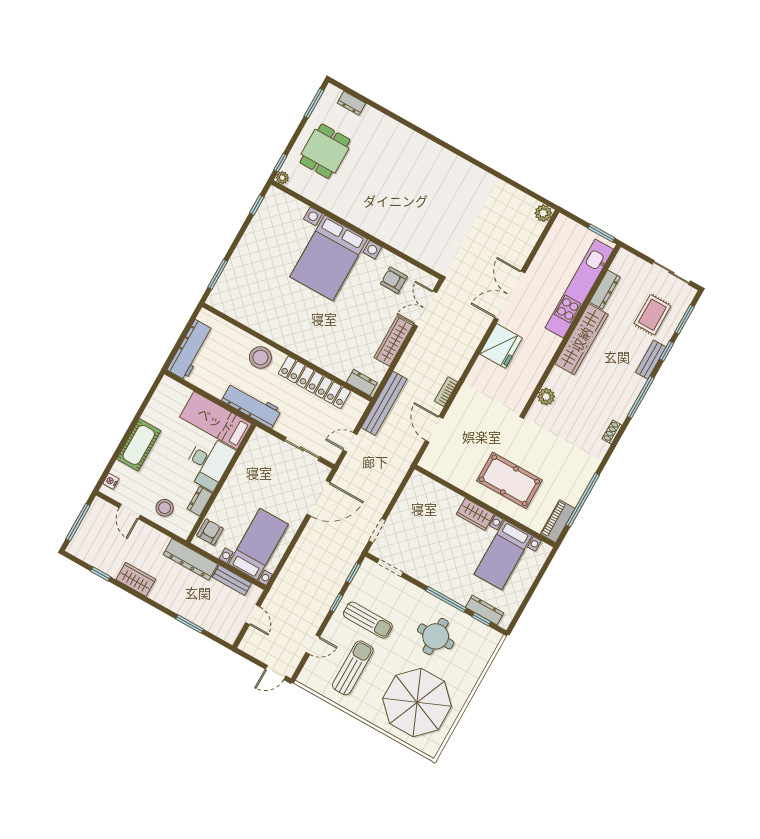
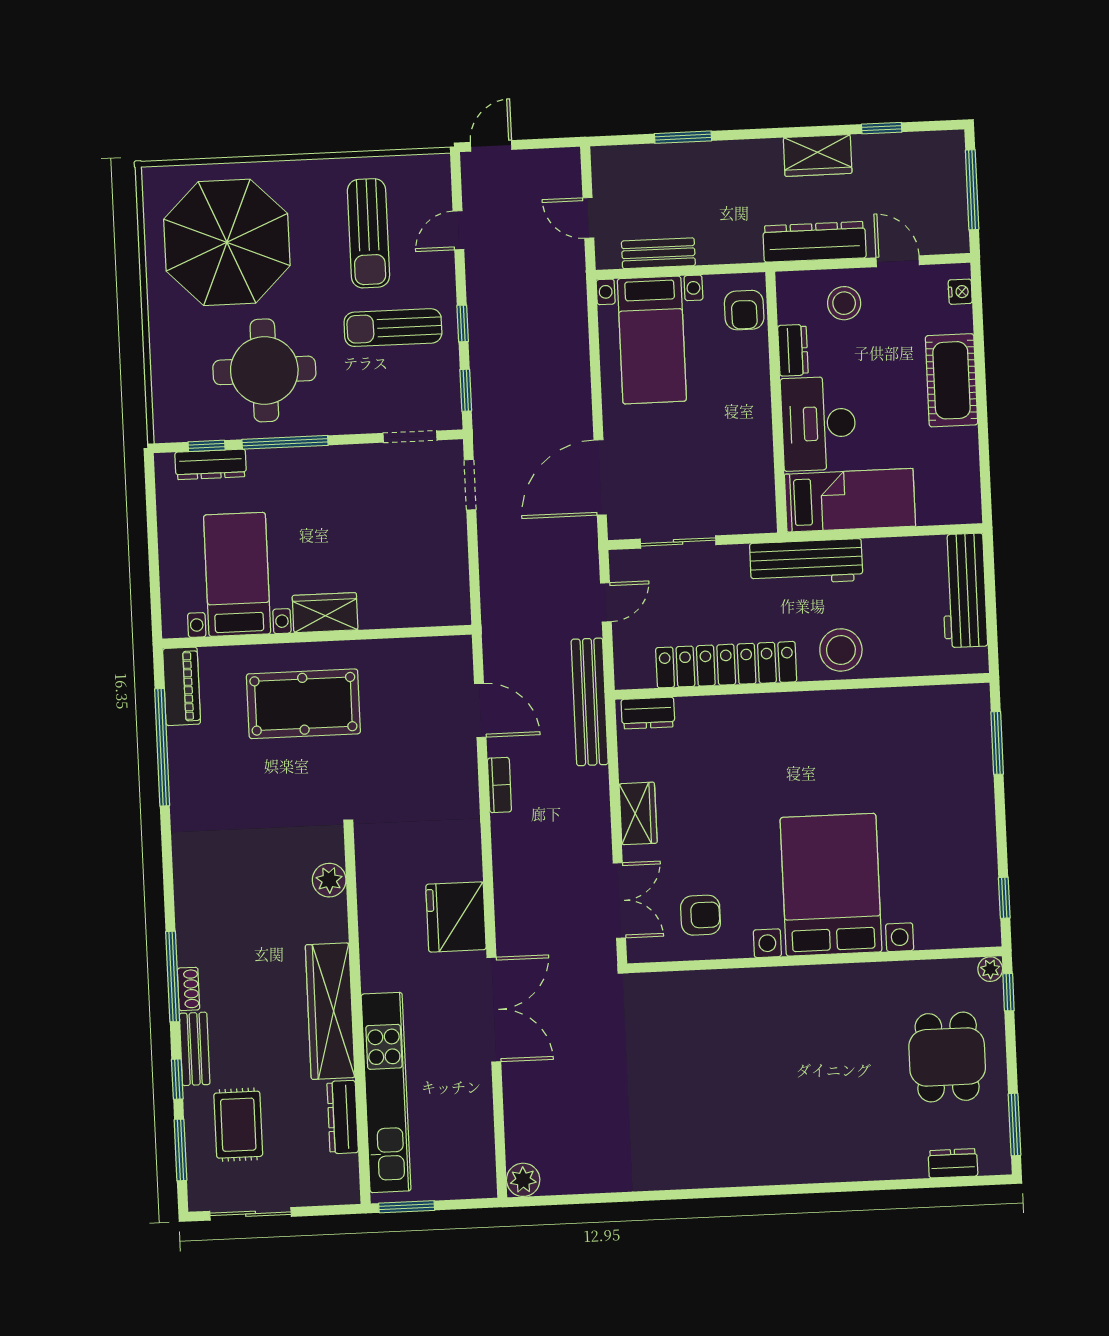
wardrobe: (393, 341) -> (638, 813), width x0.67
shoe rack: (612, 432) -> (188, 989), moved
dresser: (190, 559) -> (814, 242), moved
round table: (436, 636) -> (264, 370), width x1.36, depth x1.36

